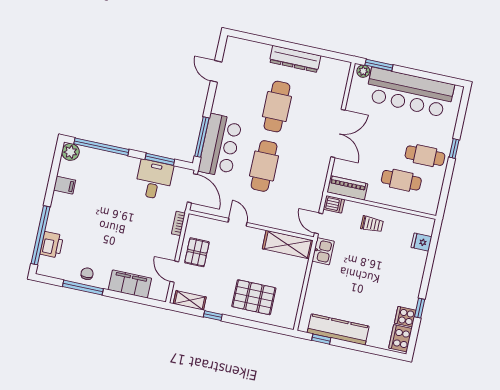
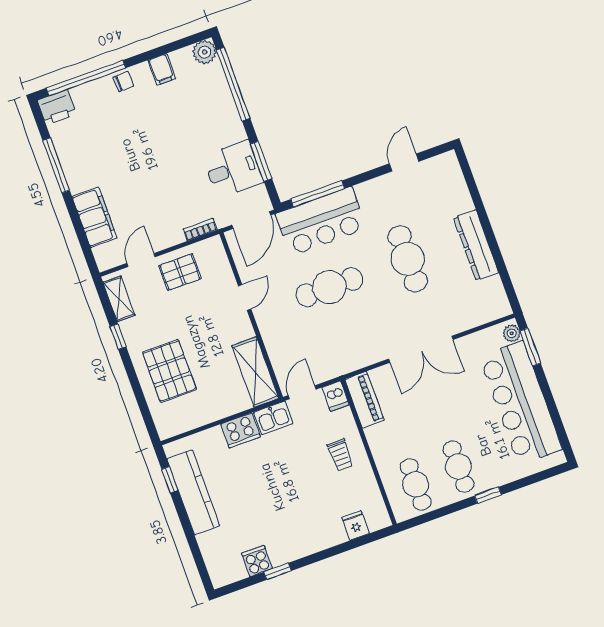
cafe table: (277, 107) -> (408, 259), turned 90
cafe table: (401, 180) -> (416, 484), moved
printer: (52, 245) -> (57, 107), moved
chair: (87, 274) -> (123, 81), moved
cooker: (400, 338) -> (241, 430), moved, turned 180

